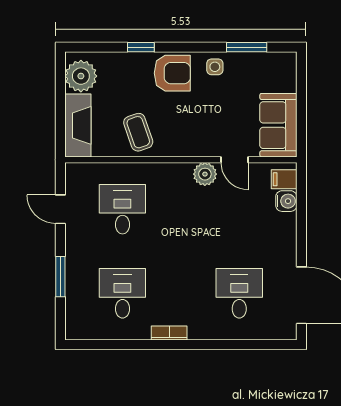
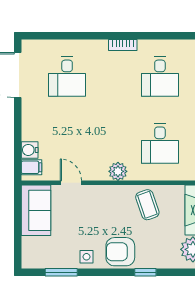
plant: (205, 174) -> (118, 171), moved

